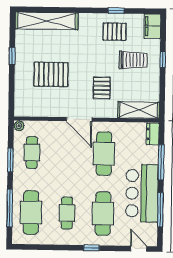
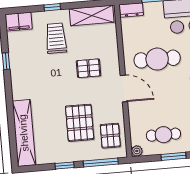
pallet: (115, 32) -> (110, 136), moved
window: (11, 91) -> (101, 162), added
shelving: (139, 110) -> (92, 16), moved, turned 90
door: (79, 119) -> (124, 89), hinge flipped

